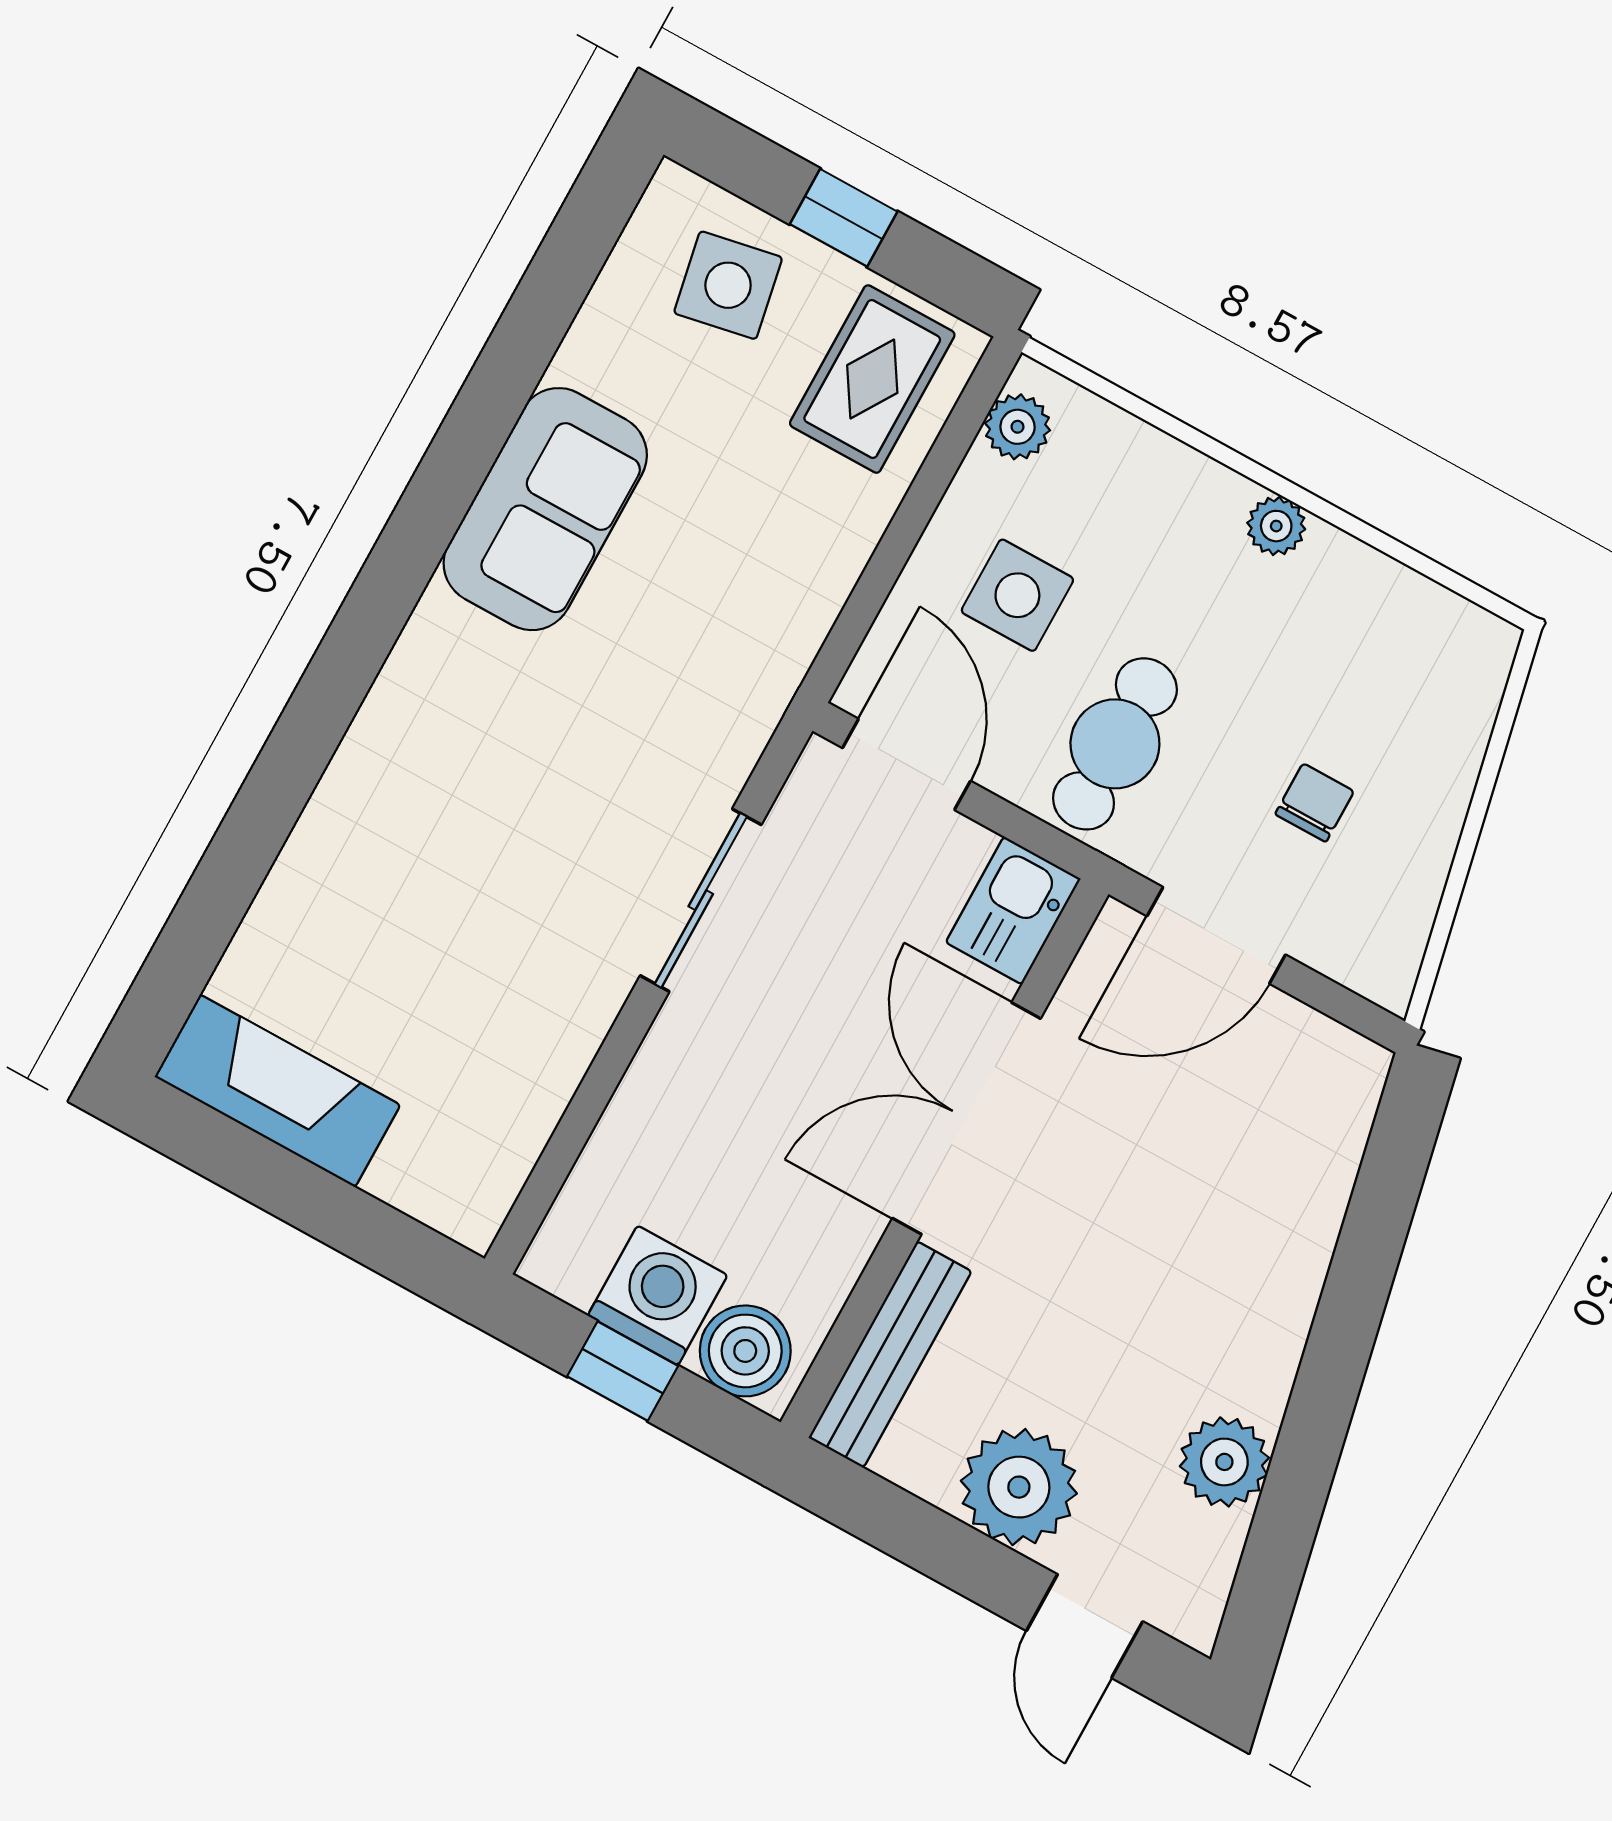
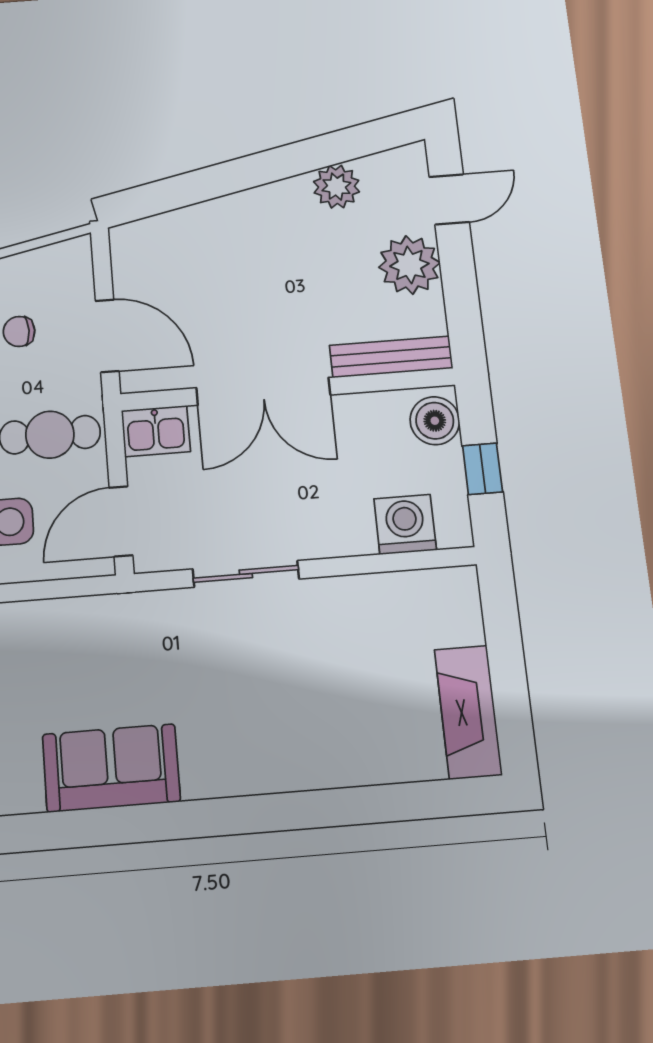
washing machine: (658, 1295) -> (405, 524), moved, turned 90

